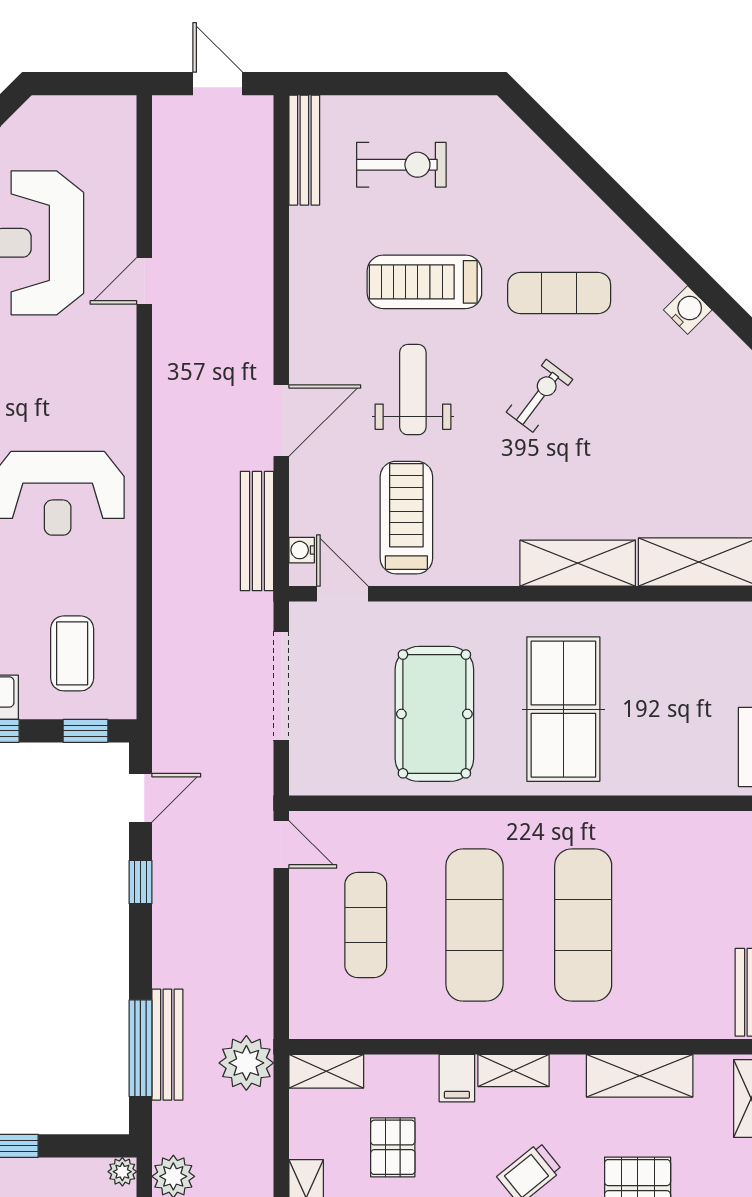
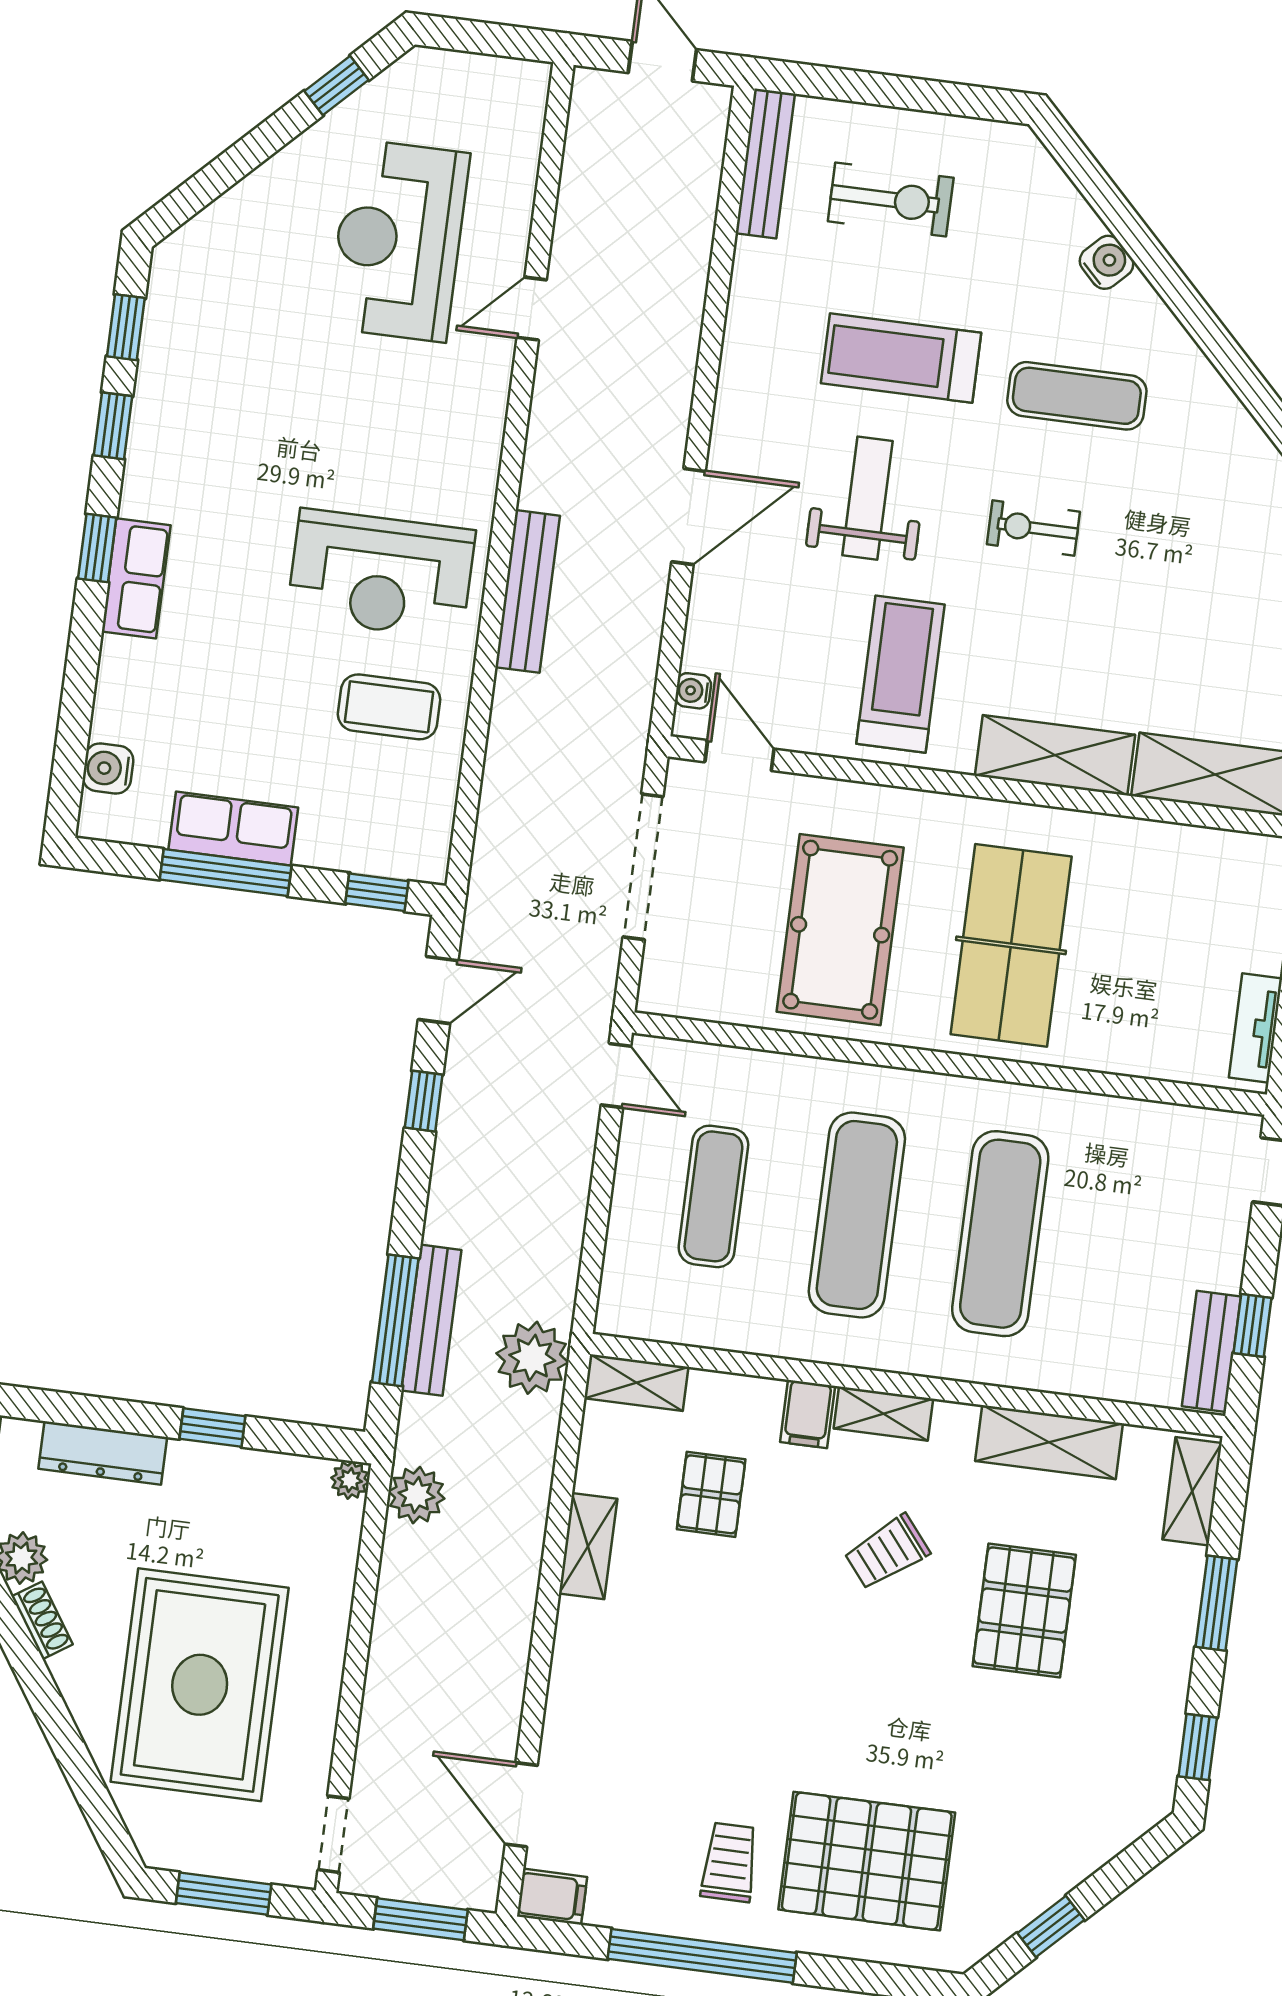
water cooler: (688, 310) -> (1107, 262), moved
exercise bike: (540, 396) -> (1033, 528), turned -127
treadmill: (406, 518) -> (901, 674), moved
bench: (257, 531) -> (528, 591), moved
coffee table: (72, 653) -> (389, 707), moved, turned 90

